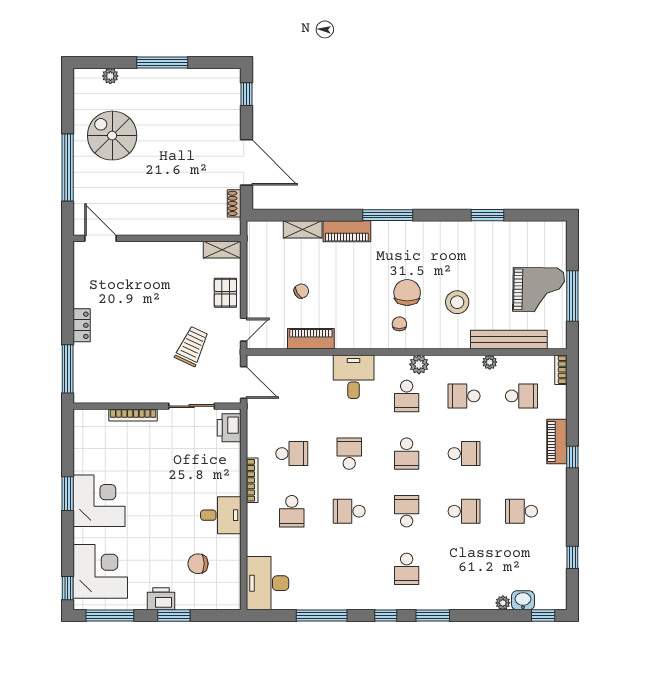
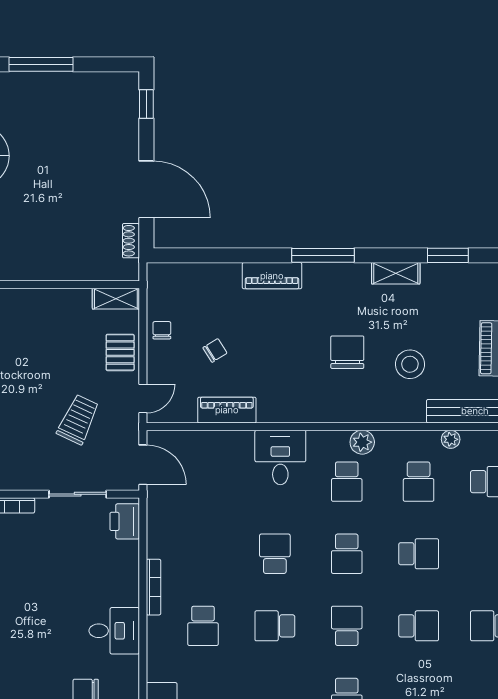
shelving: (303, 229) -> (396, 273), moved
chair: (399, 324) -> (162, 330), moved
school desk: (464, 396) -> (419, 482), turned -90
school desk: (292, 454) -> (203, 554), removed

